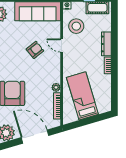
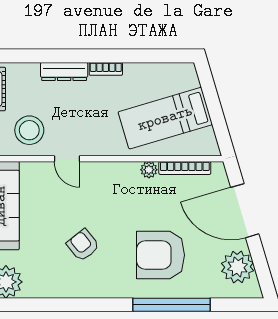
door: (62, 45) -> (67, 159), hinge flipped
armchair: (35, 50) -> (83, 245), moved
door: (35, 137) -> (245, 211), hinge flipped

